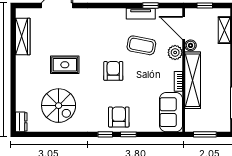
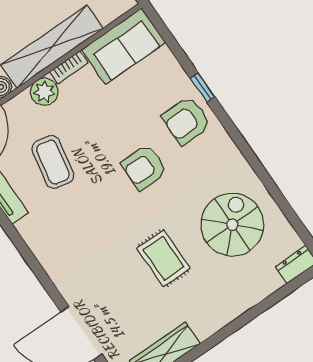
plant: (175, 52) -> (44, 92), moved
armchair: (113, 71) -> (144, 167), moved
window: (105, 134) -> (227, 123), removed

